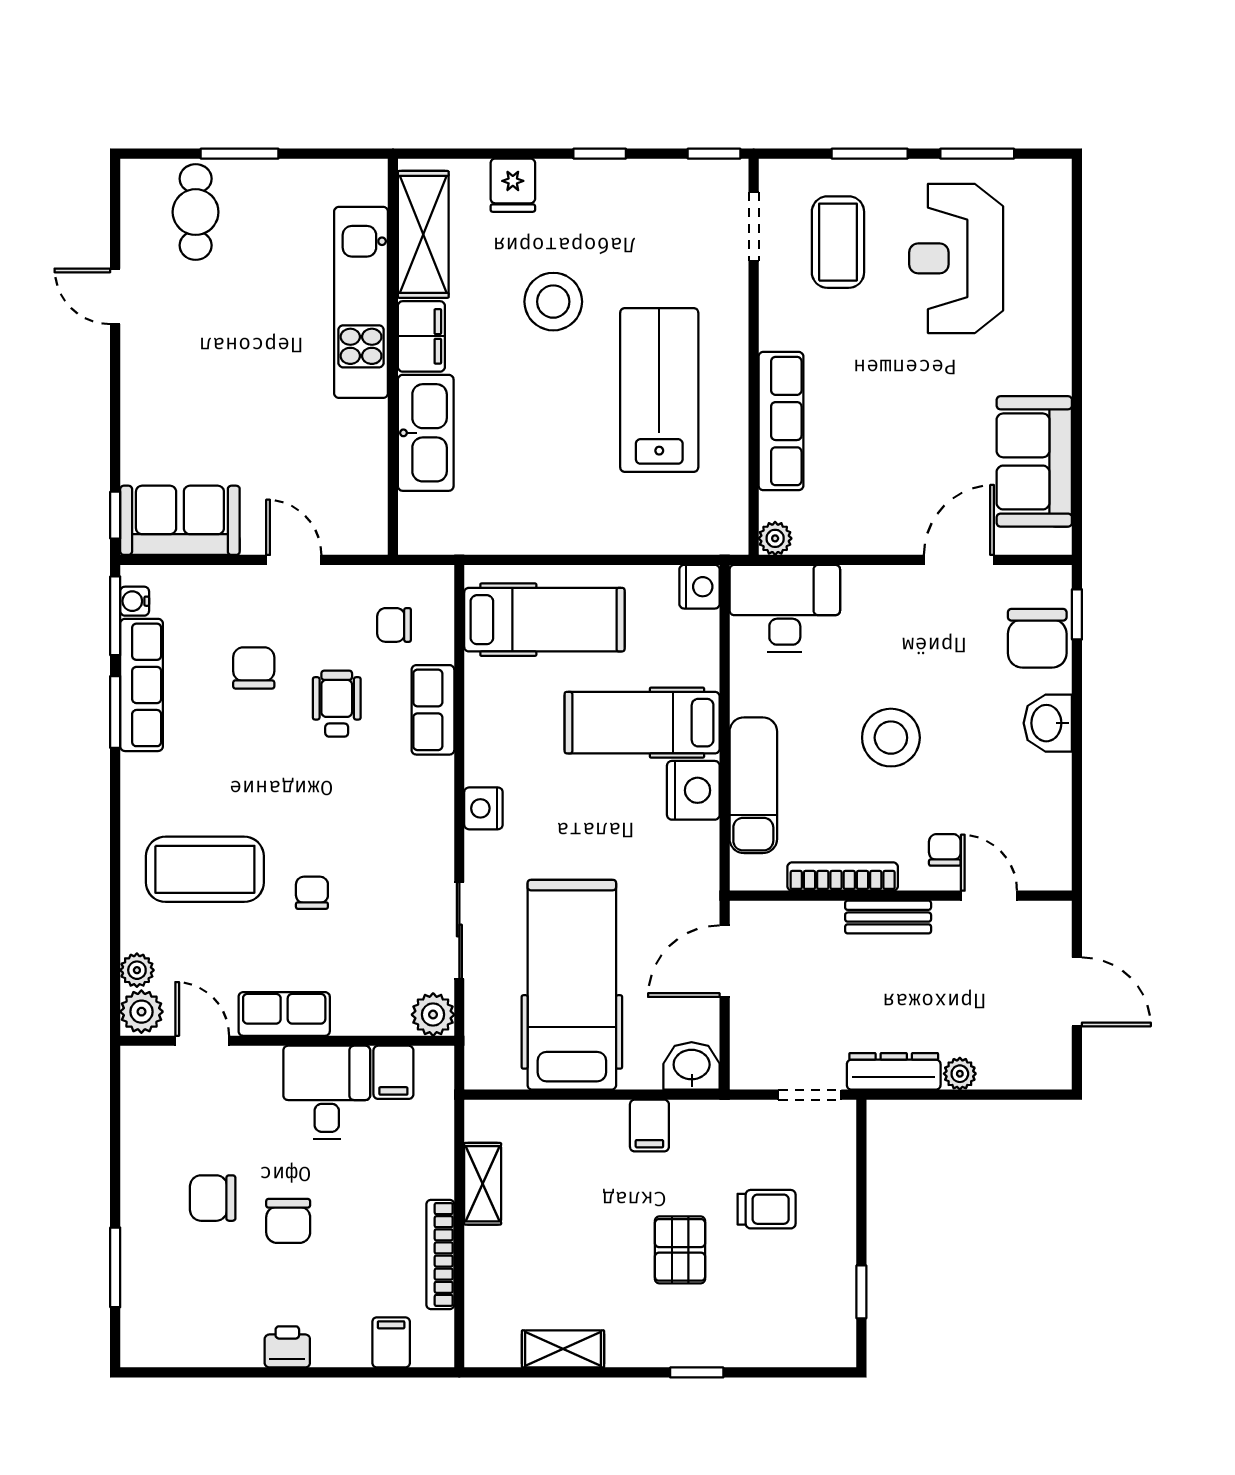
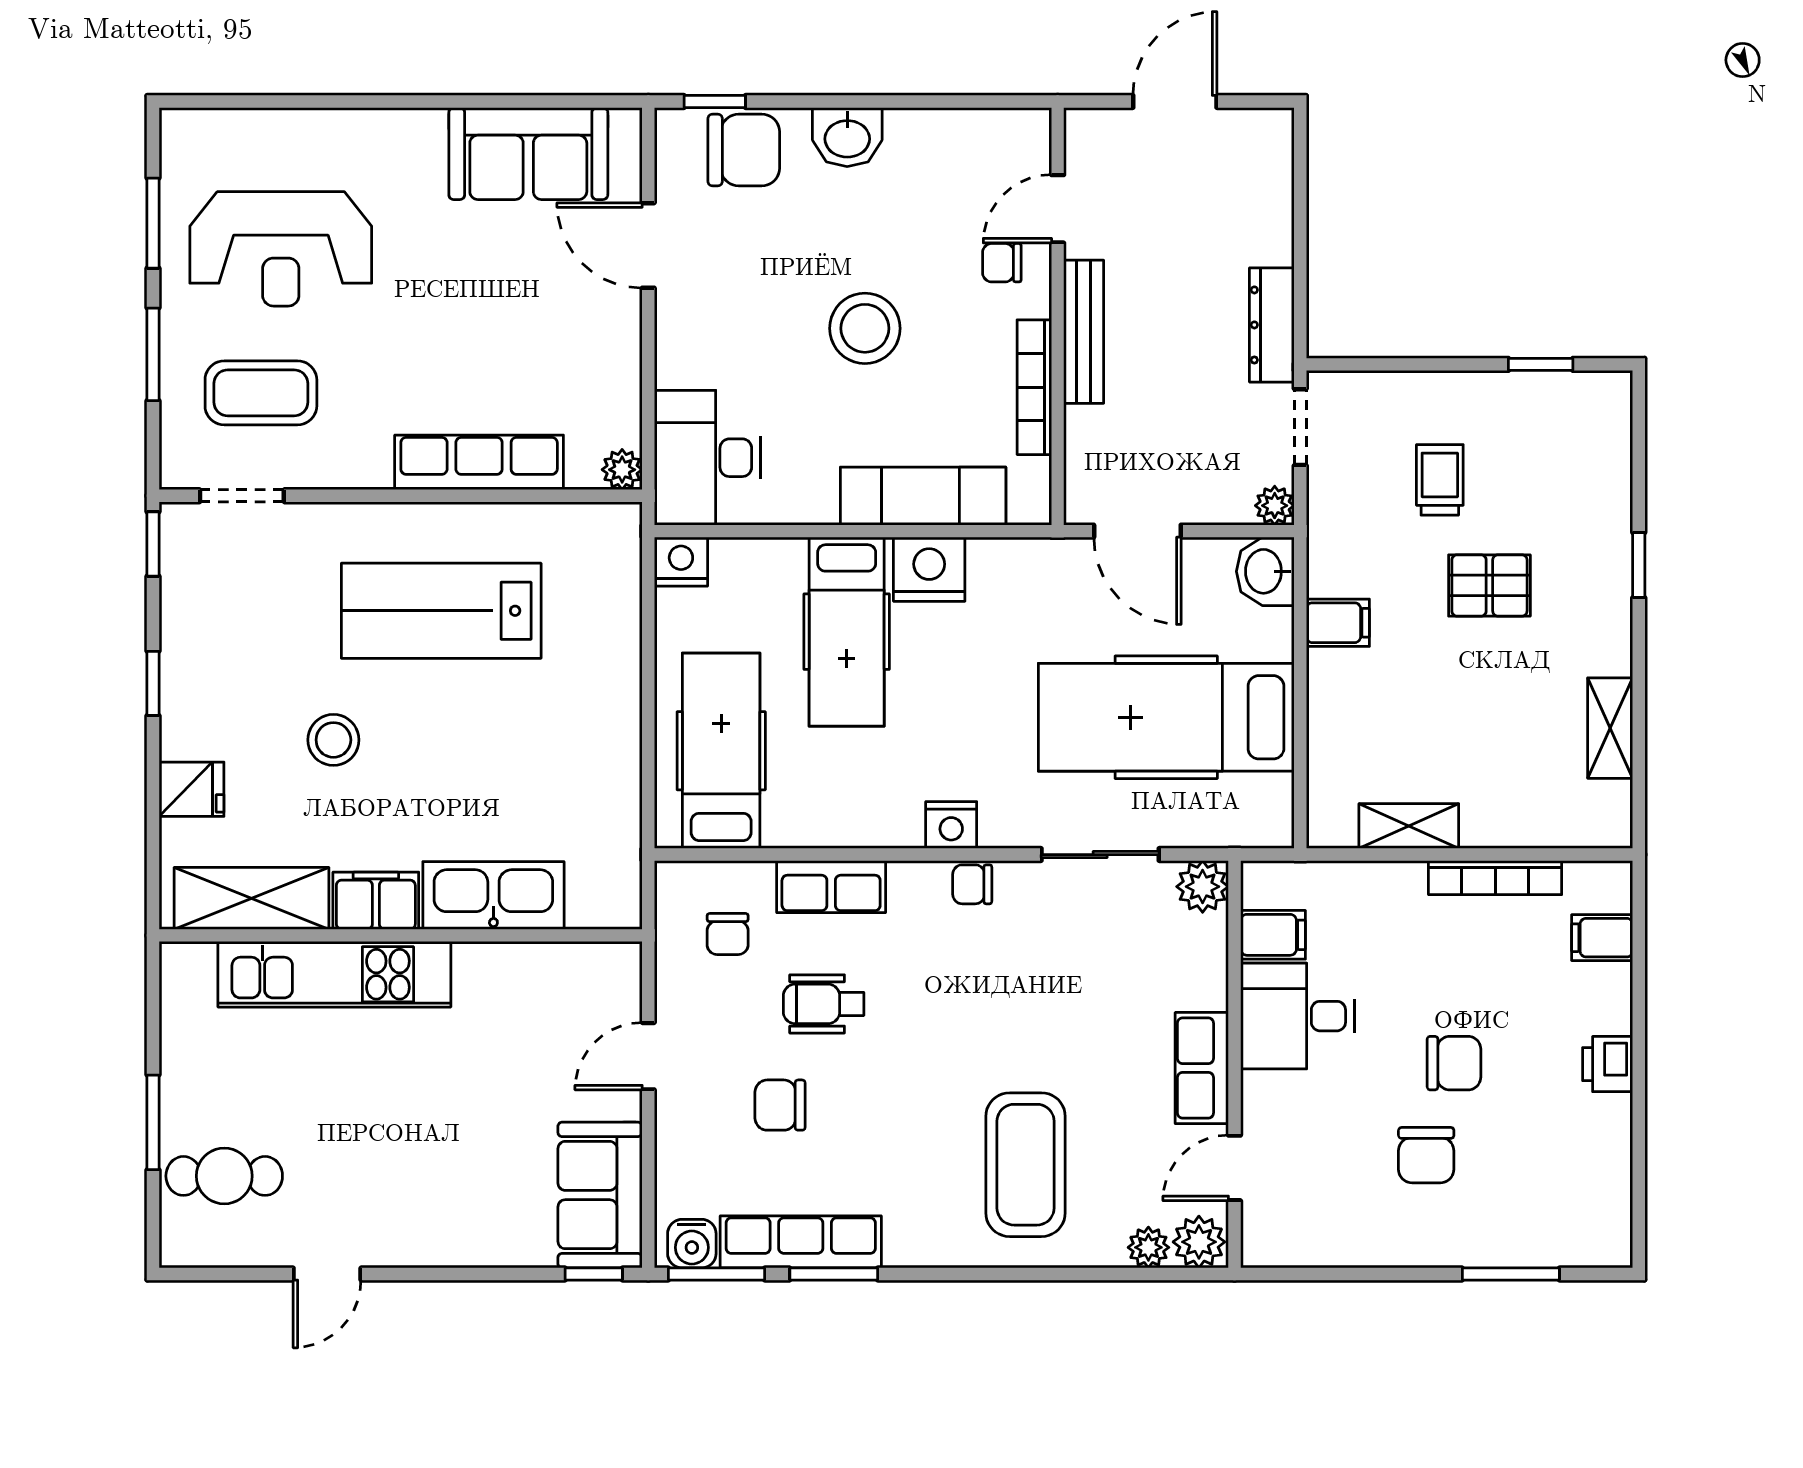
stool: (553, 302) -> (333, 740), width x0.73, depth x0.73
water cooler: (135, 601) -> (692, 1244), width x1.38, depth x1.38
chair: (312, 893) -> (972, 884), moved
bench: (888, 917) -> (1084, 332), width x1.36
plant: (960, 1074) -> (1275, 506), moved

